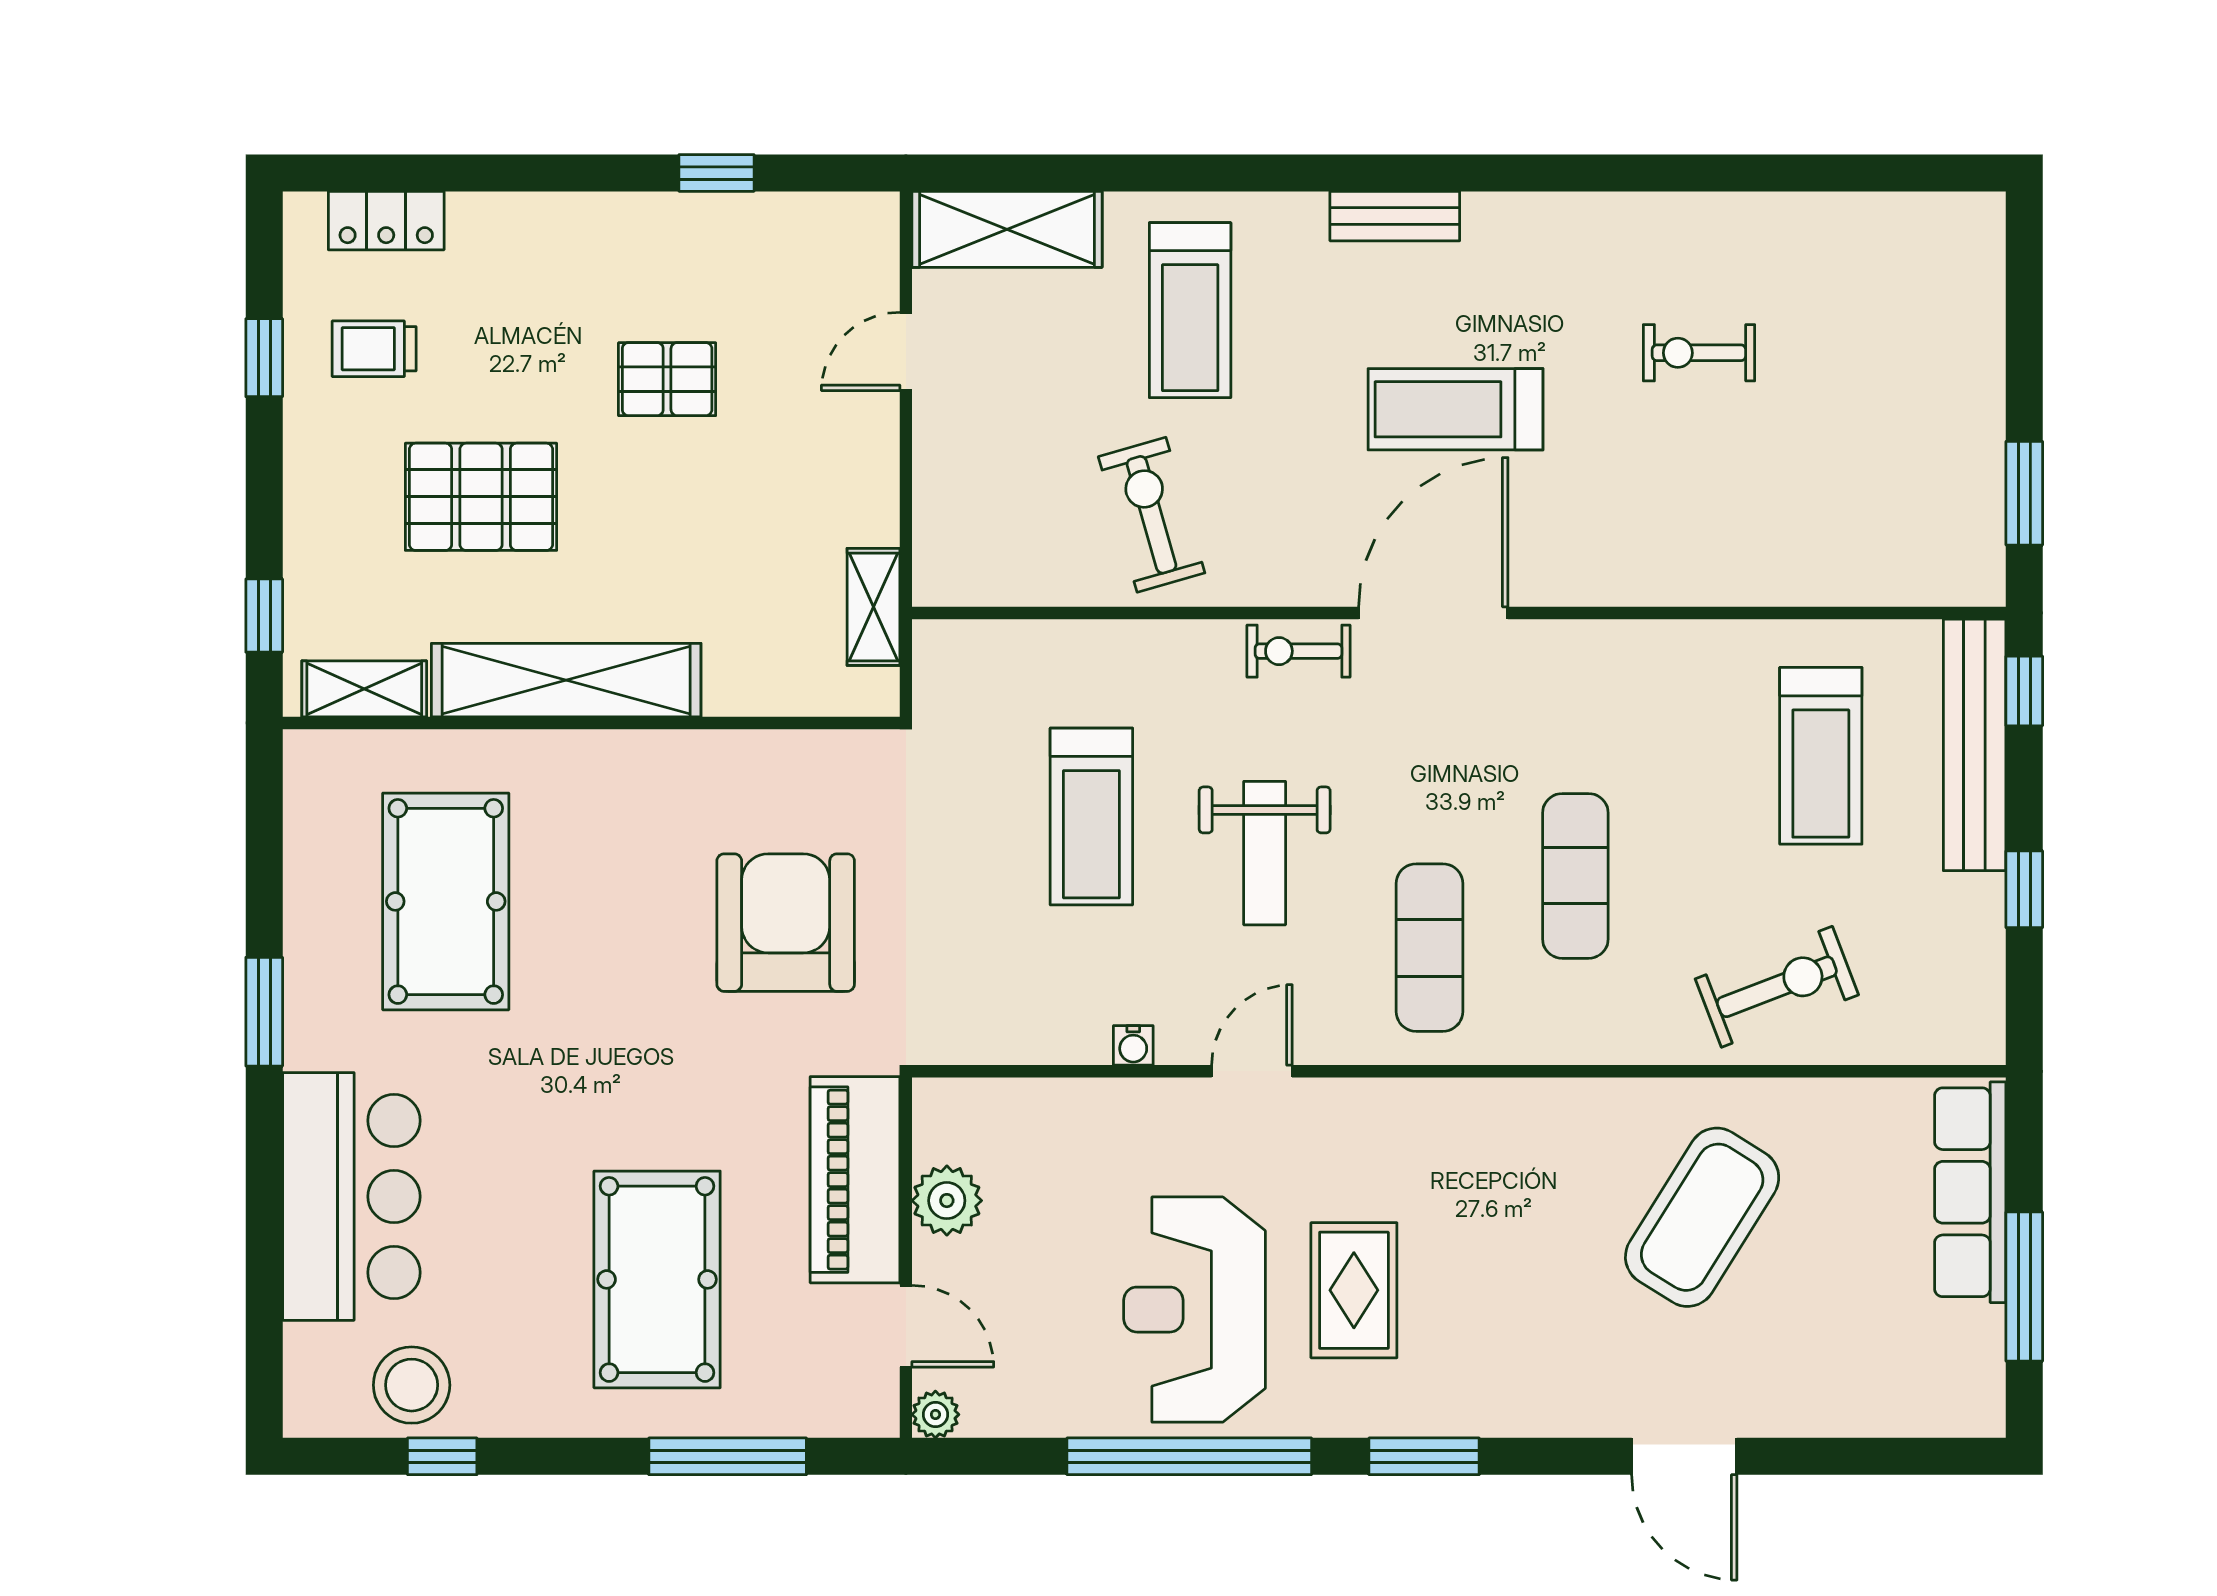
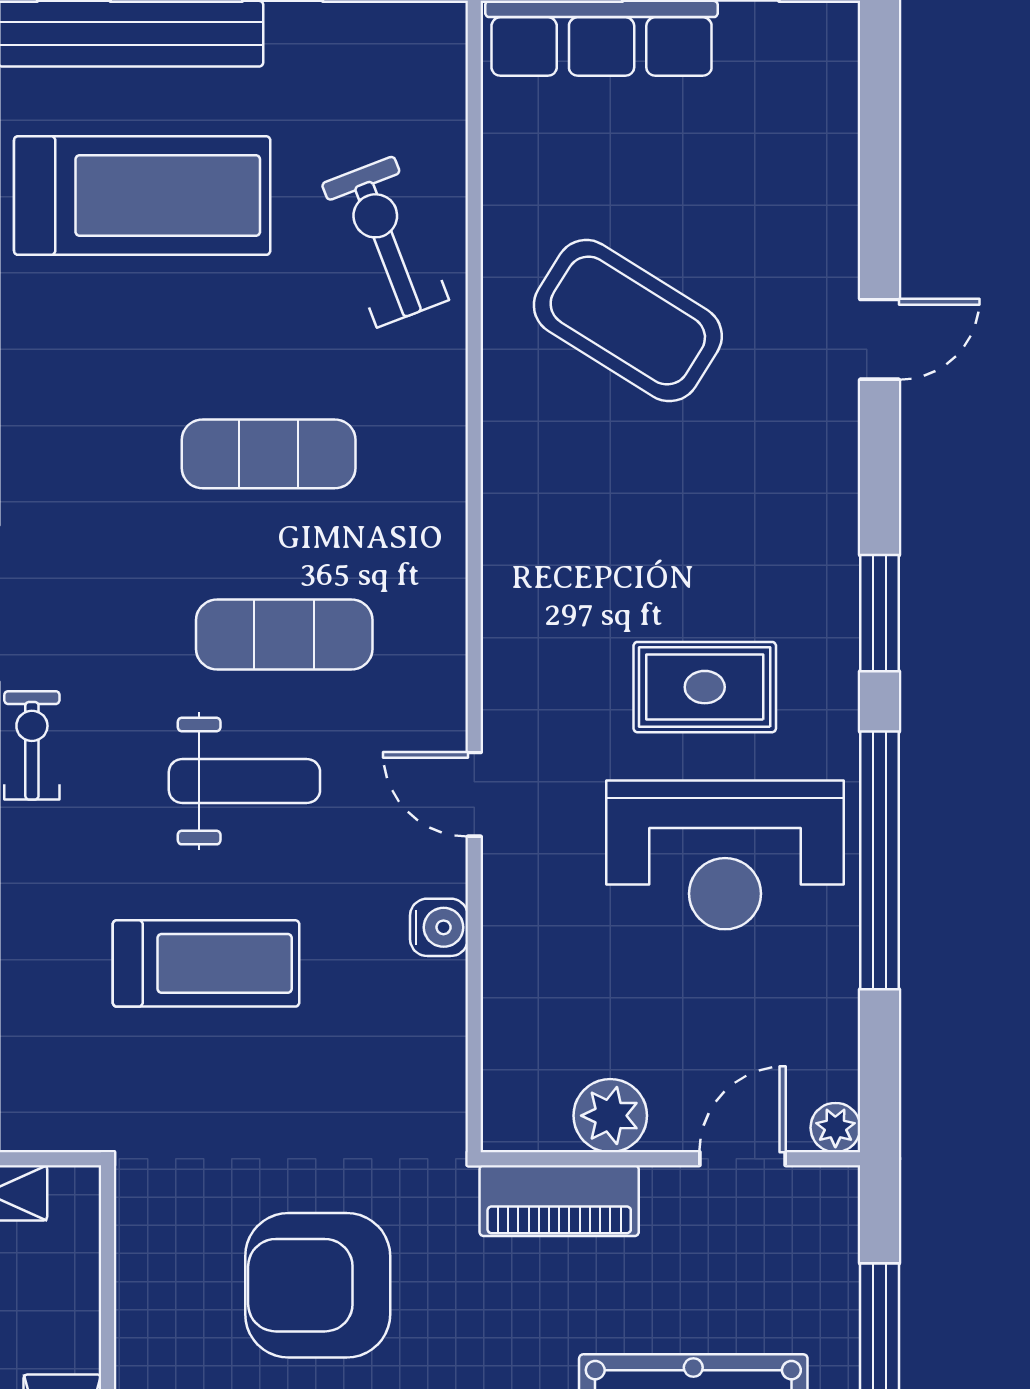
exercise bike: (1299, 651) -> (32, 745), turned 180
treadmill: (1821, 756) -> (142, 196), width x1.37, depth x1.38
exercise mat: (1429, 948) -> (284, 634), moved
water cooler: (1133, 1045) -> (439, 927), width x1.38, depth x1.38
piano: (855, 1180) -> (559, 1201), width x0.73, depth x0.75
door: (1684, 1456) -> (880, 339), width x0.73

